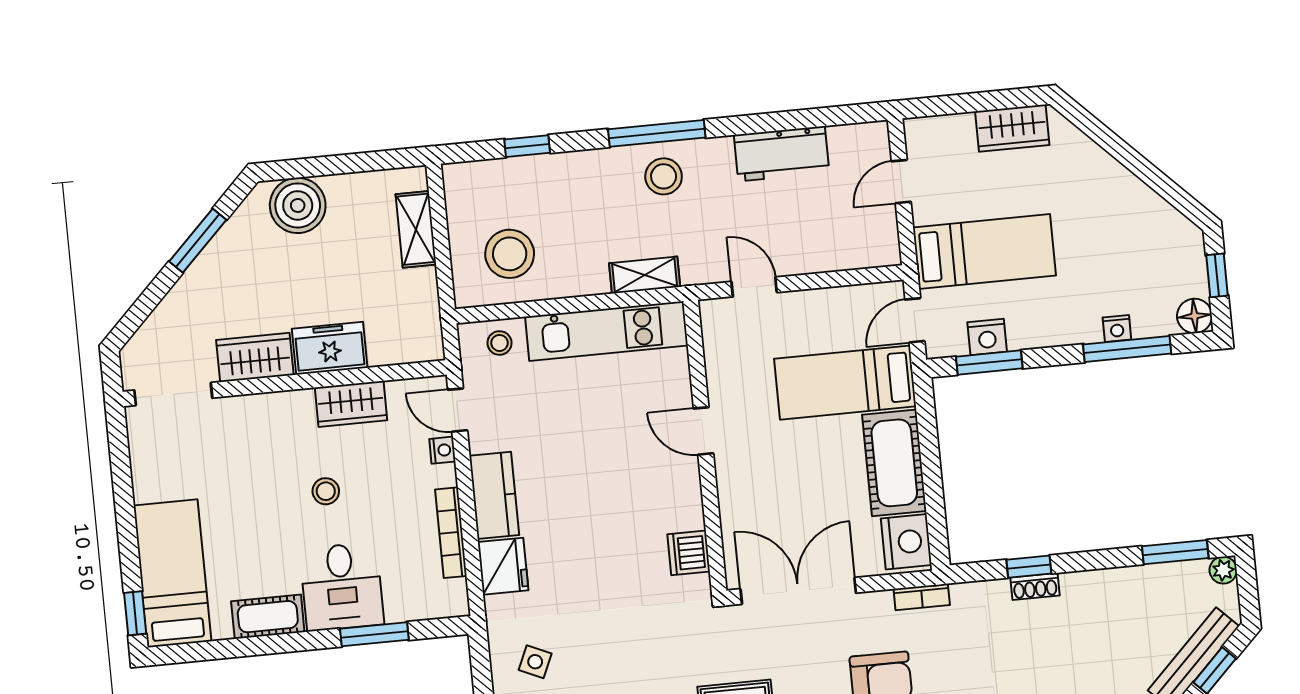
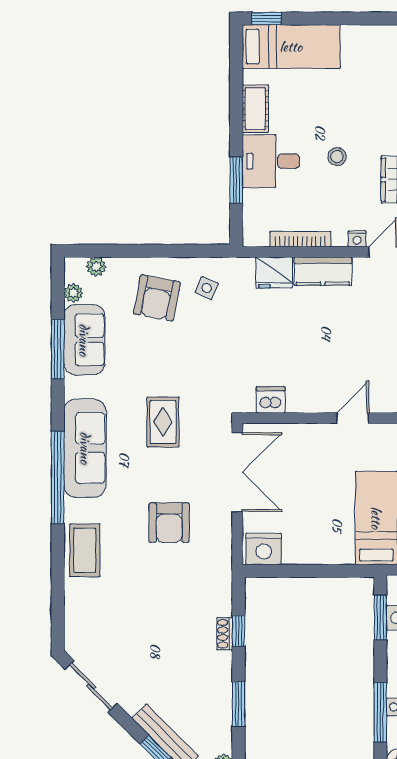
cot: (894, 463) -> (318, 546), removed
window: (1175, 552) -> (239, 704), moved
bookcase: (922, 597) -> (225, 556), removed

